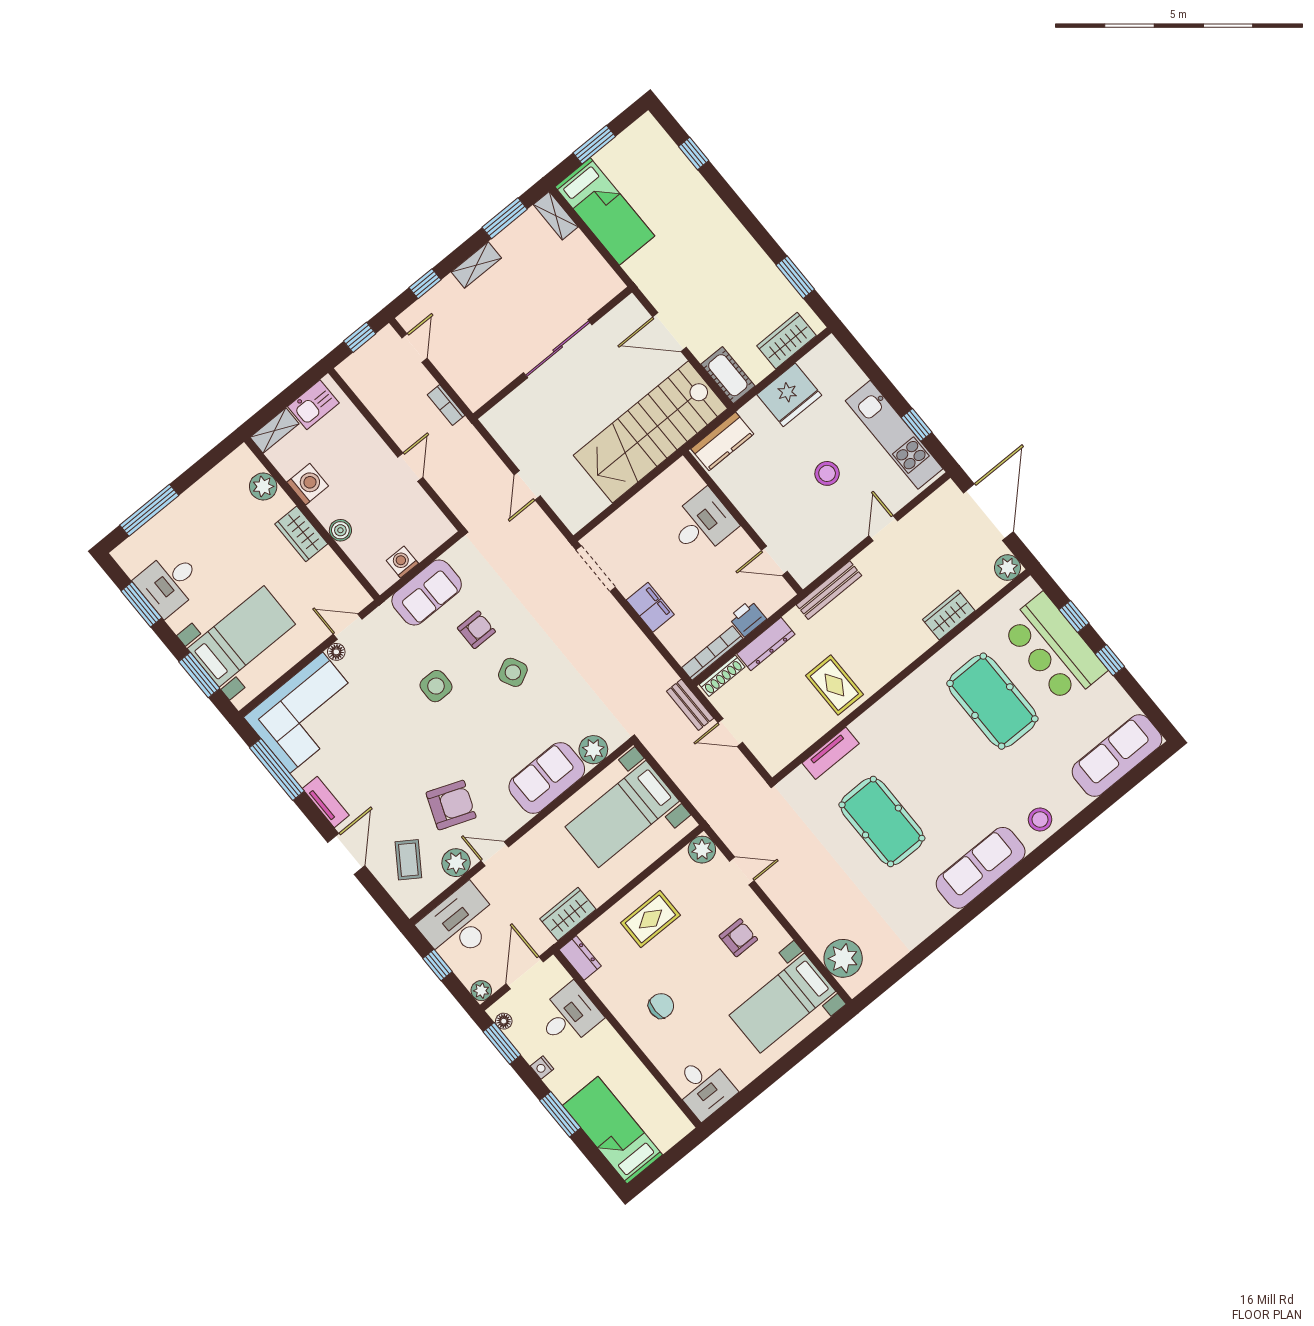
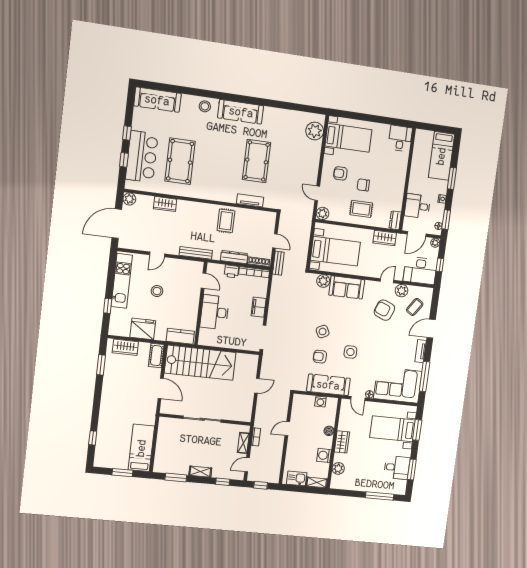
shelving: (556, 216) -> (243, 443), moved
window: (917, 425) -> (108, 306), moved
desk: (702, 523) -> (215, 312), width x1.37
sofa: (427, 593) -> (328, 385), width x1.36
door: (495, 854) -> (387, 281), swing flipped
chair: (661, 1006) -> (363, 185), moved

